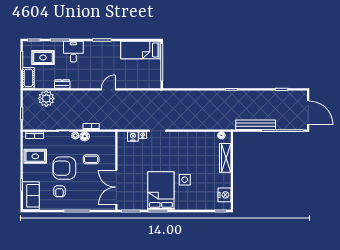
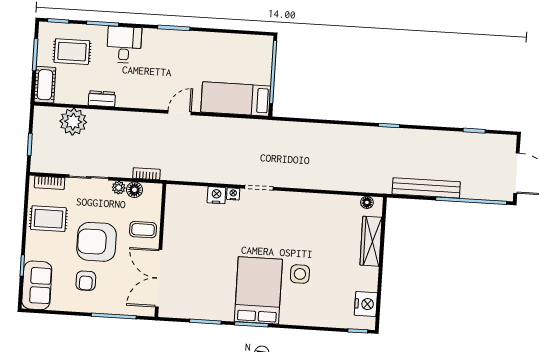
bed: (141, 50) -> (236, 99), moved
wall: (116, 171) -> (160, 250), moved
double door: (116, 187) -> (159, 278), moved

